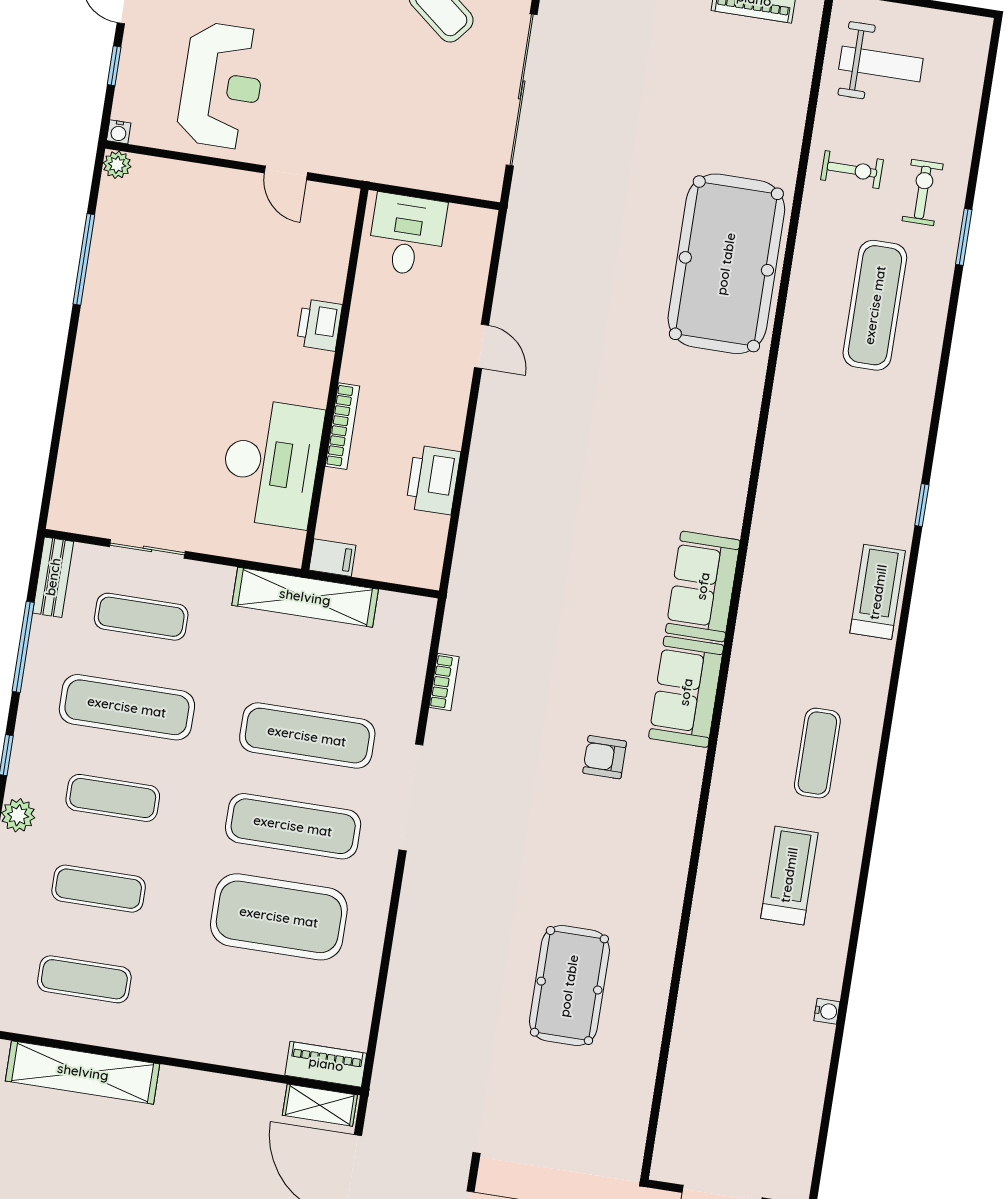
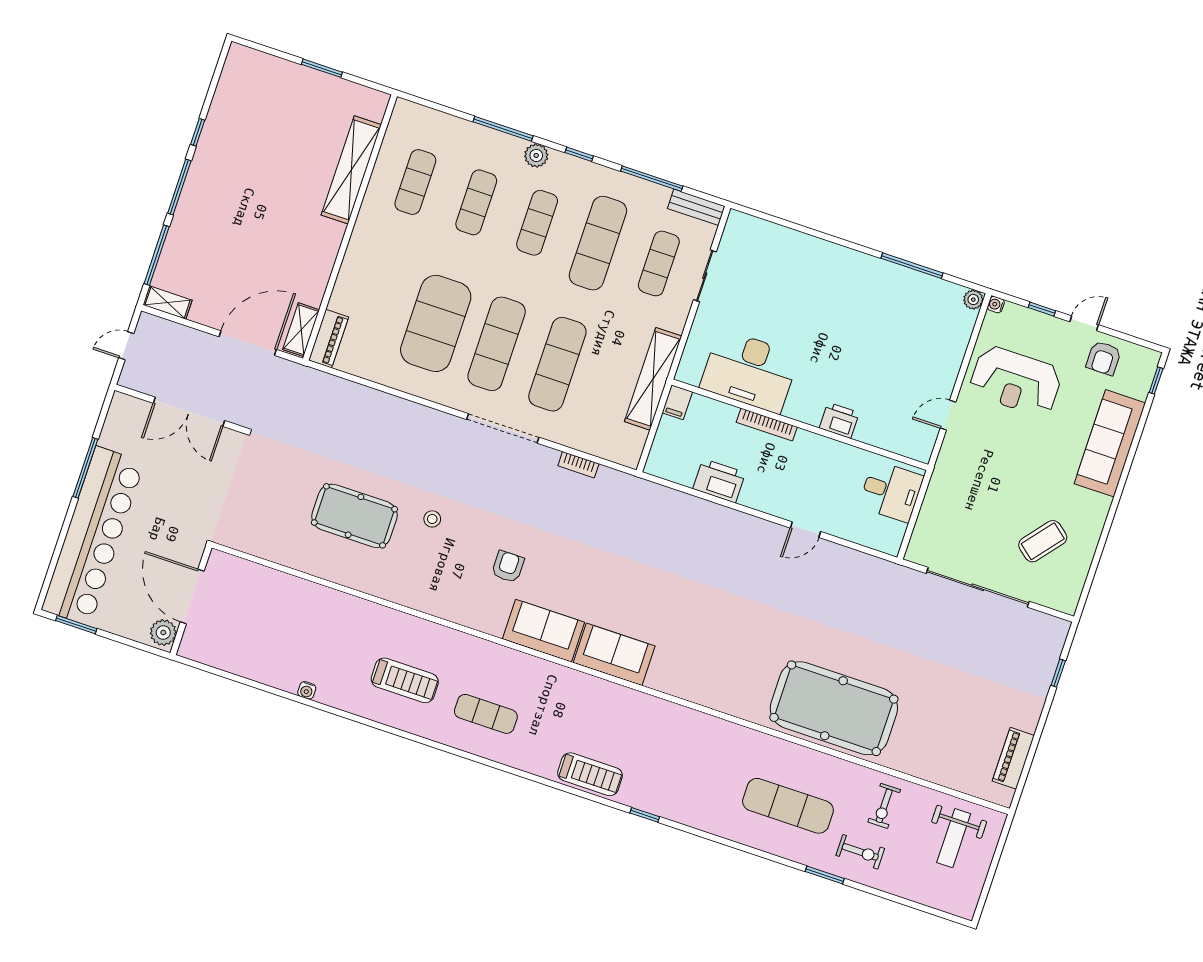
stool: (555, 875) -> (432, 519), added

